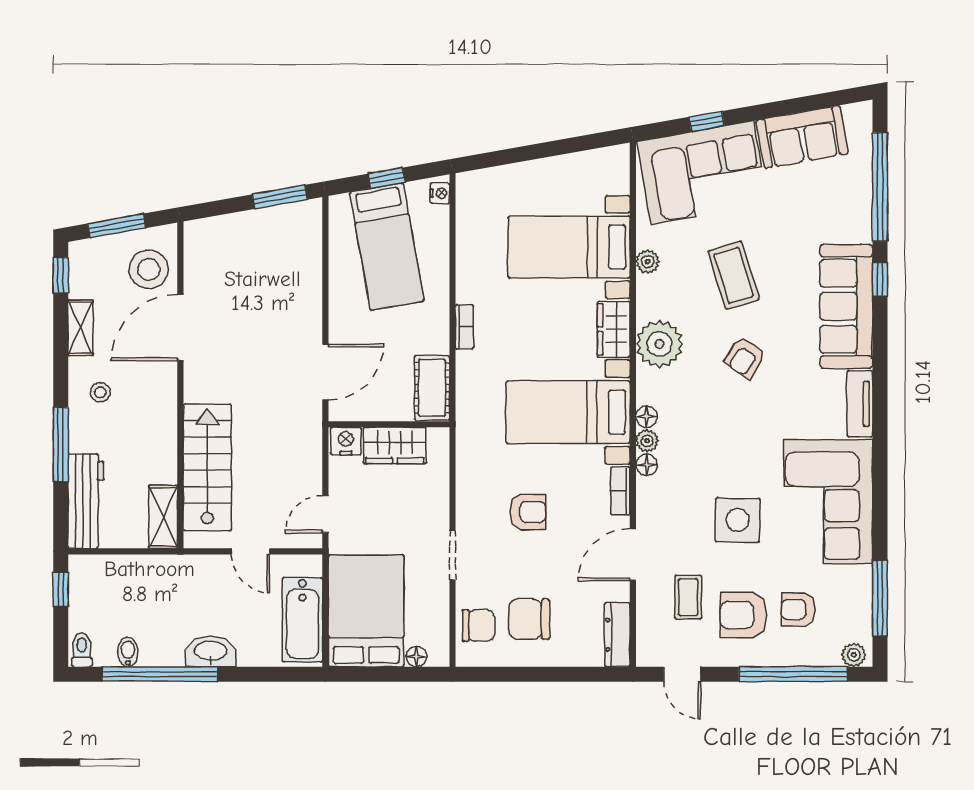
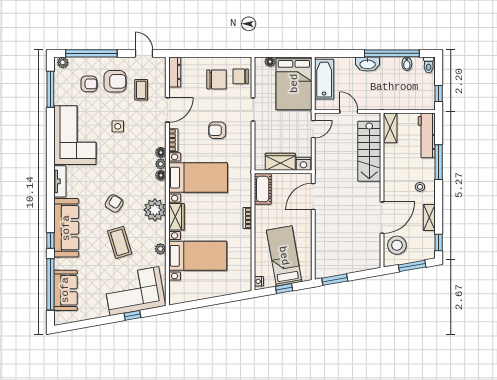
sofa: (802, 137) -> (65, 290), moved, turned 100
side table: (738, 520) -> (118, 126), width x0.54, depth x0.54

